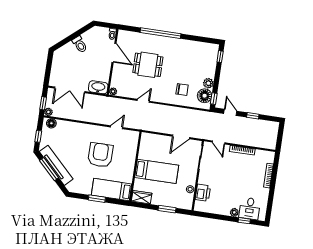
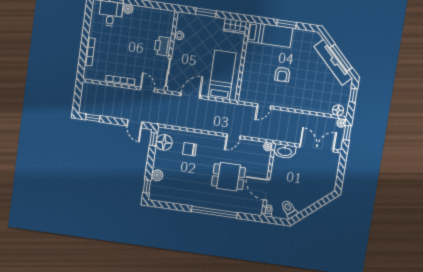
toilet: (80, 44) -> (289, 209), moved
plant: (208, 83) -> (157, 175), moved
window: (253, 116) -> (93, 118), moved
armchair: (100, 155) -> (282, 74), width x0.53, depth x0.53
bed: (157, 171) -> (222, 75), moved, turned 90
printer: (203, 193) -> (163, 46), moved

